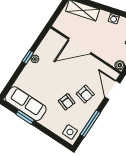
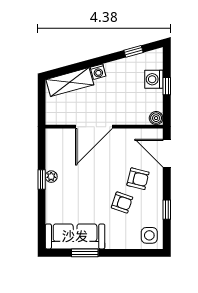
washing machine: (114, 18) -> (98, 72), moved
window: (90, 124) -> (167, 210), width x0.46

